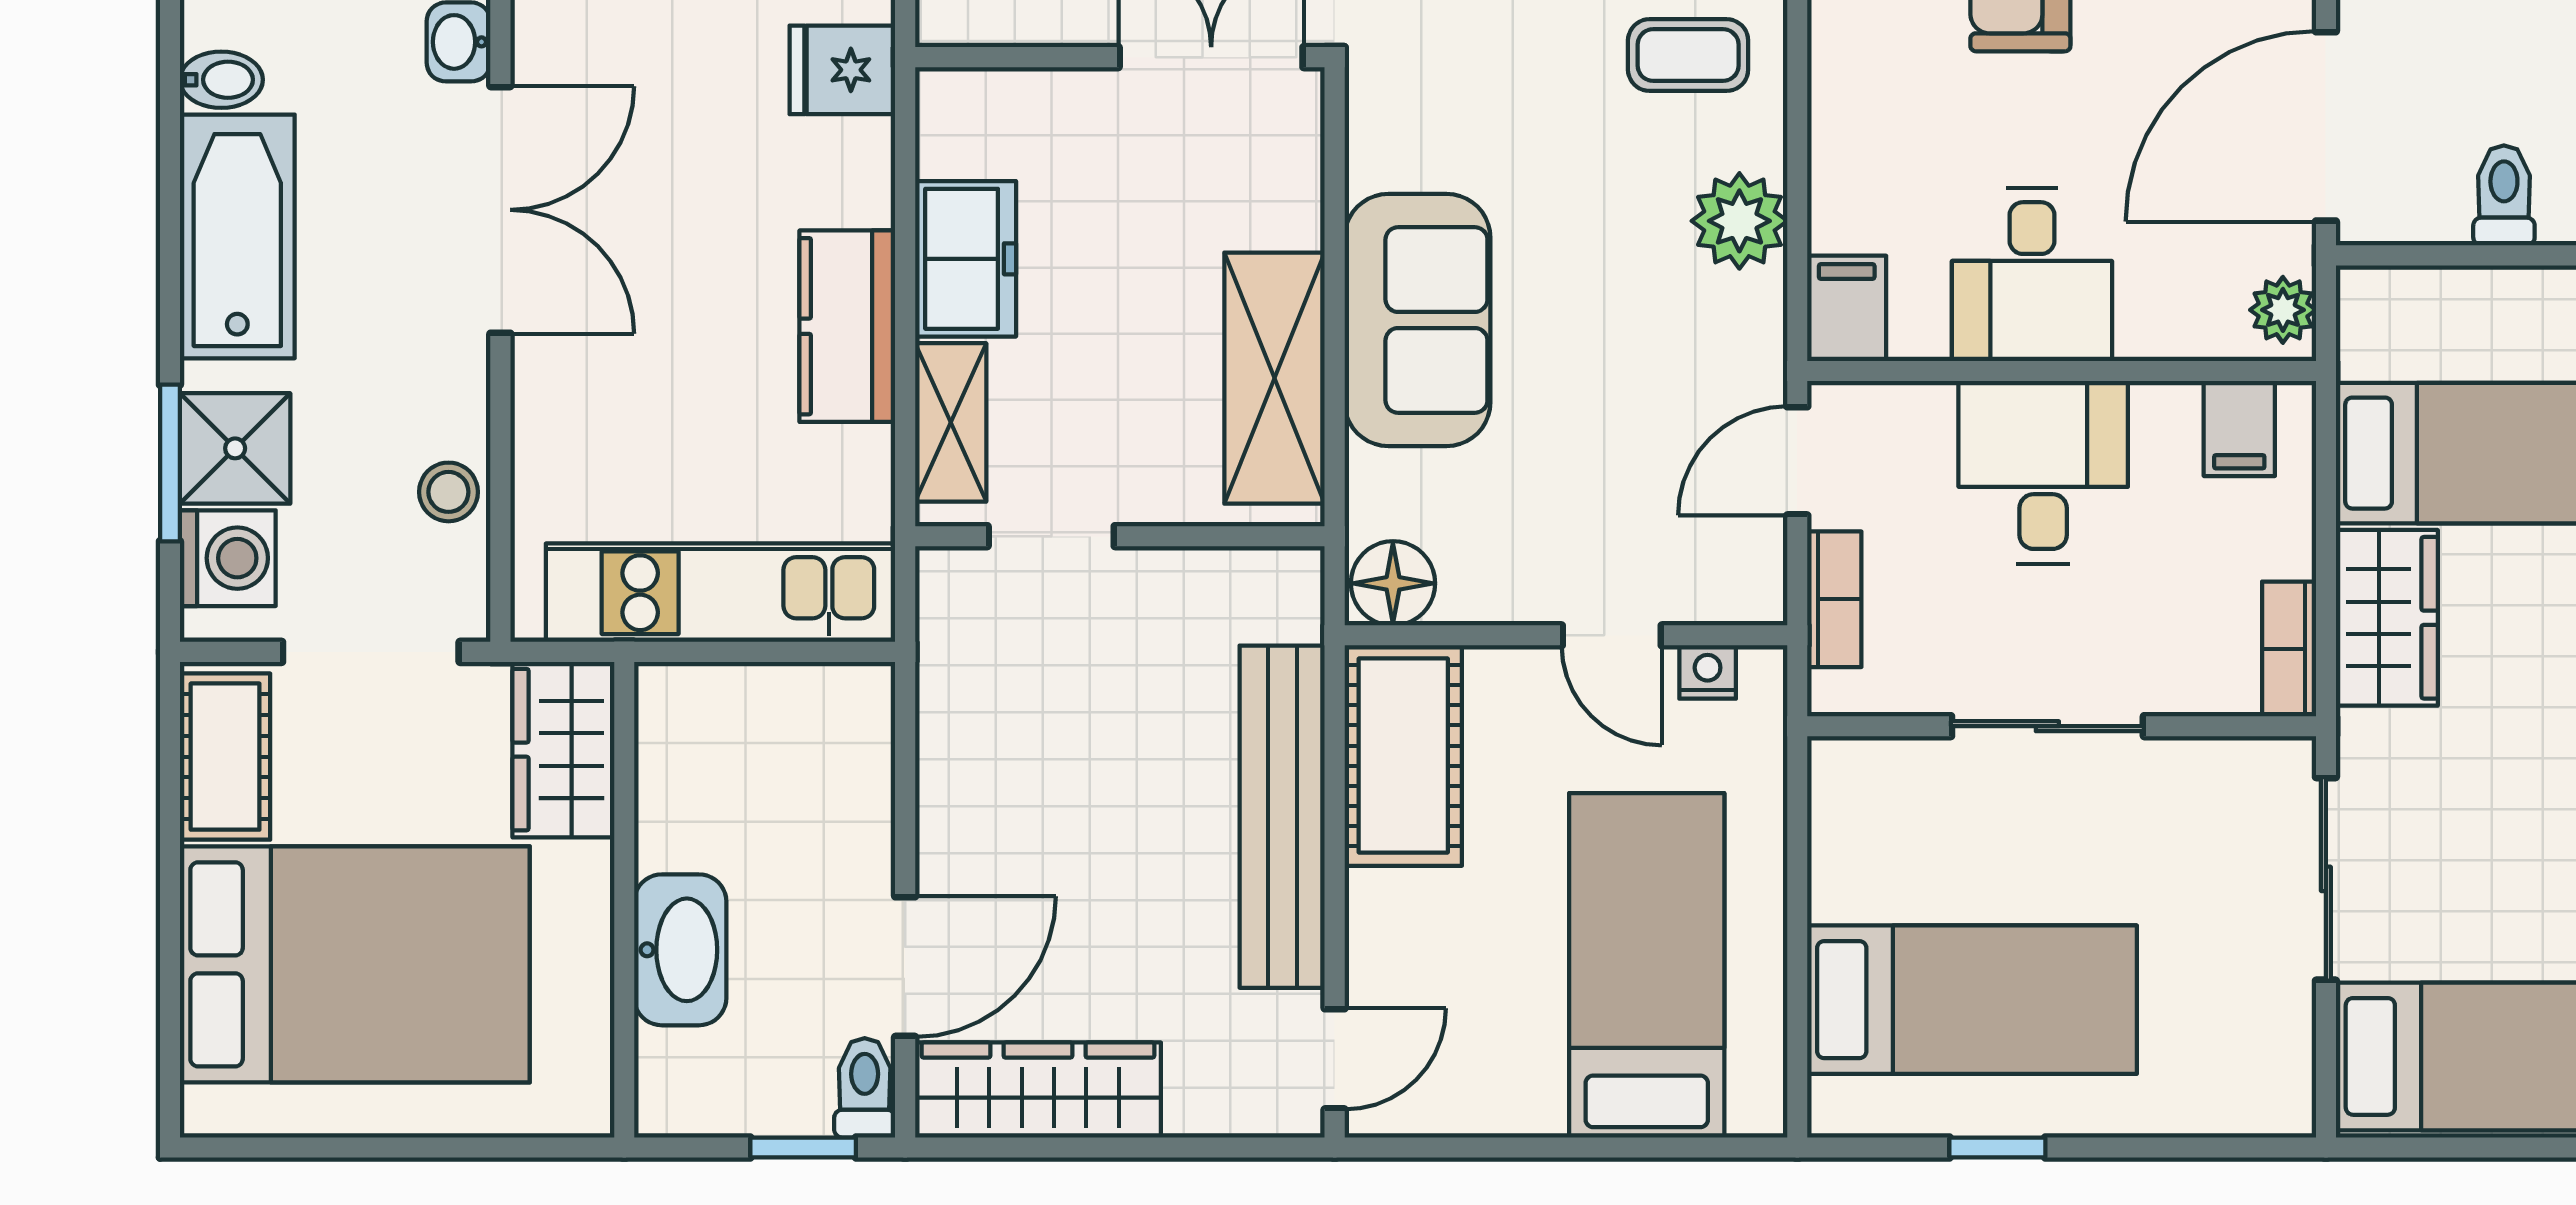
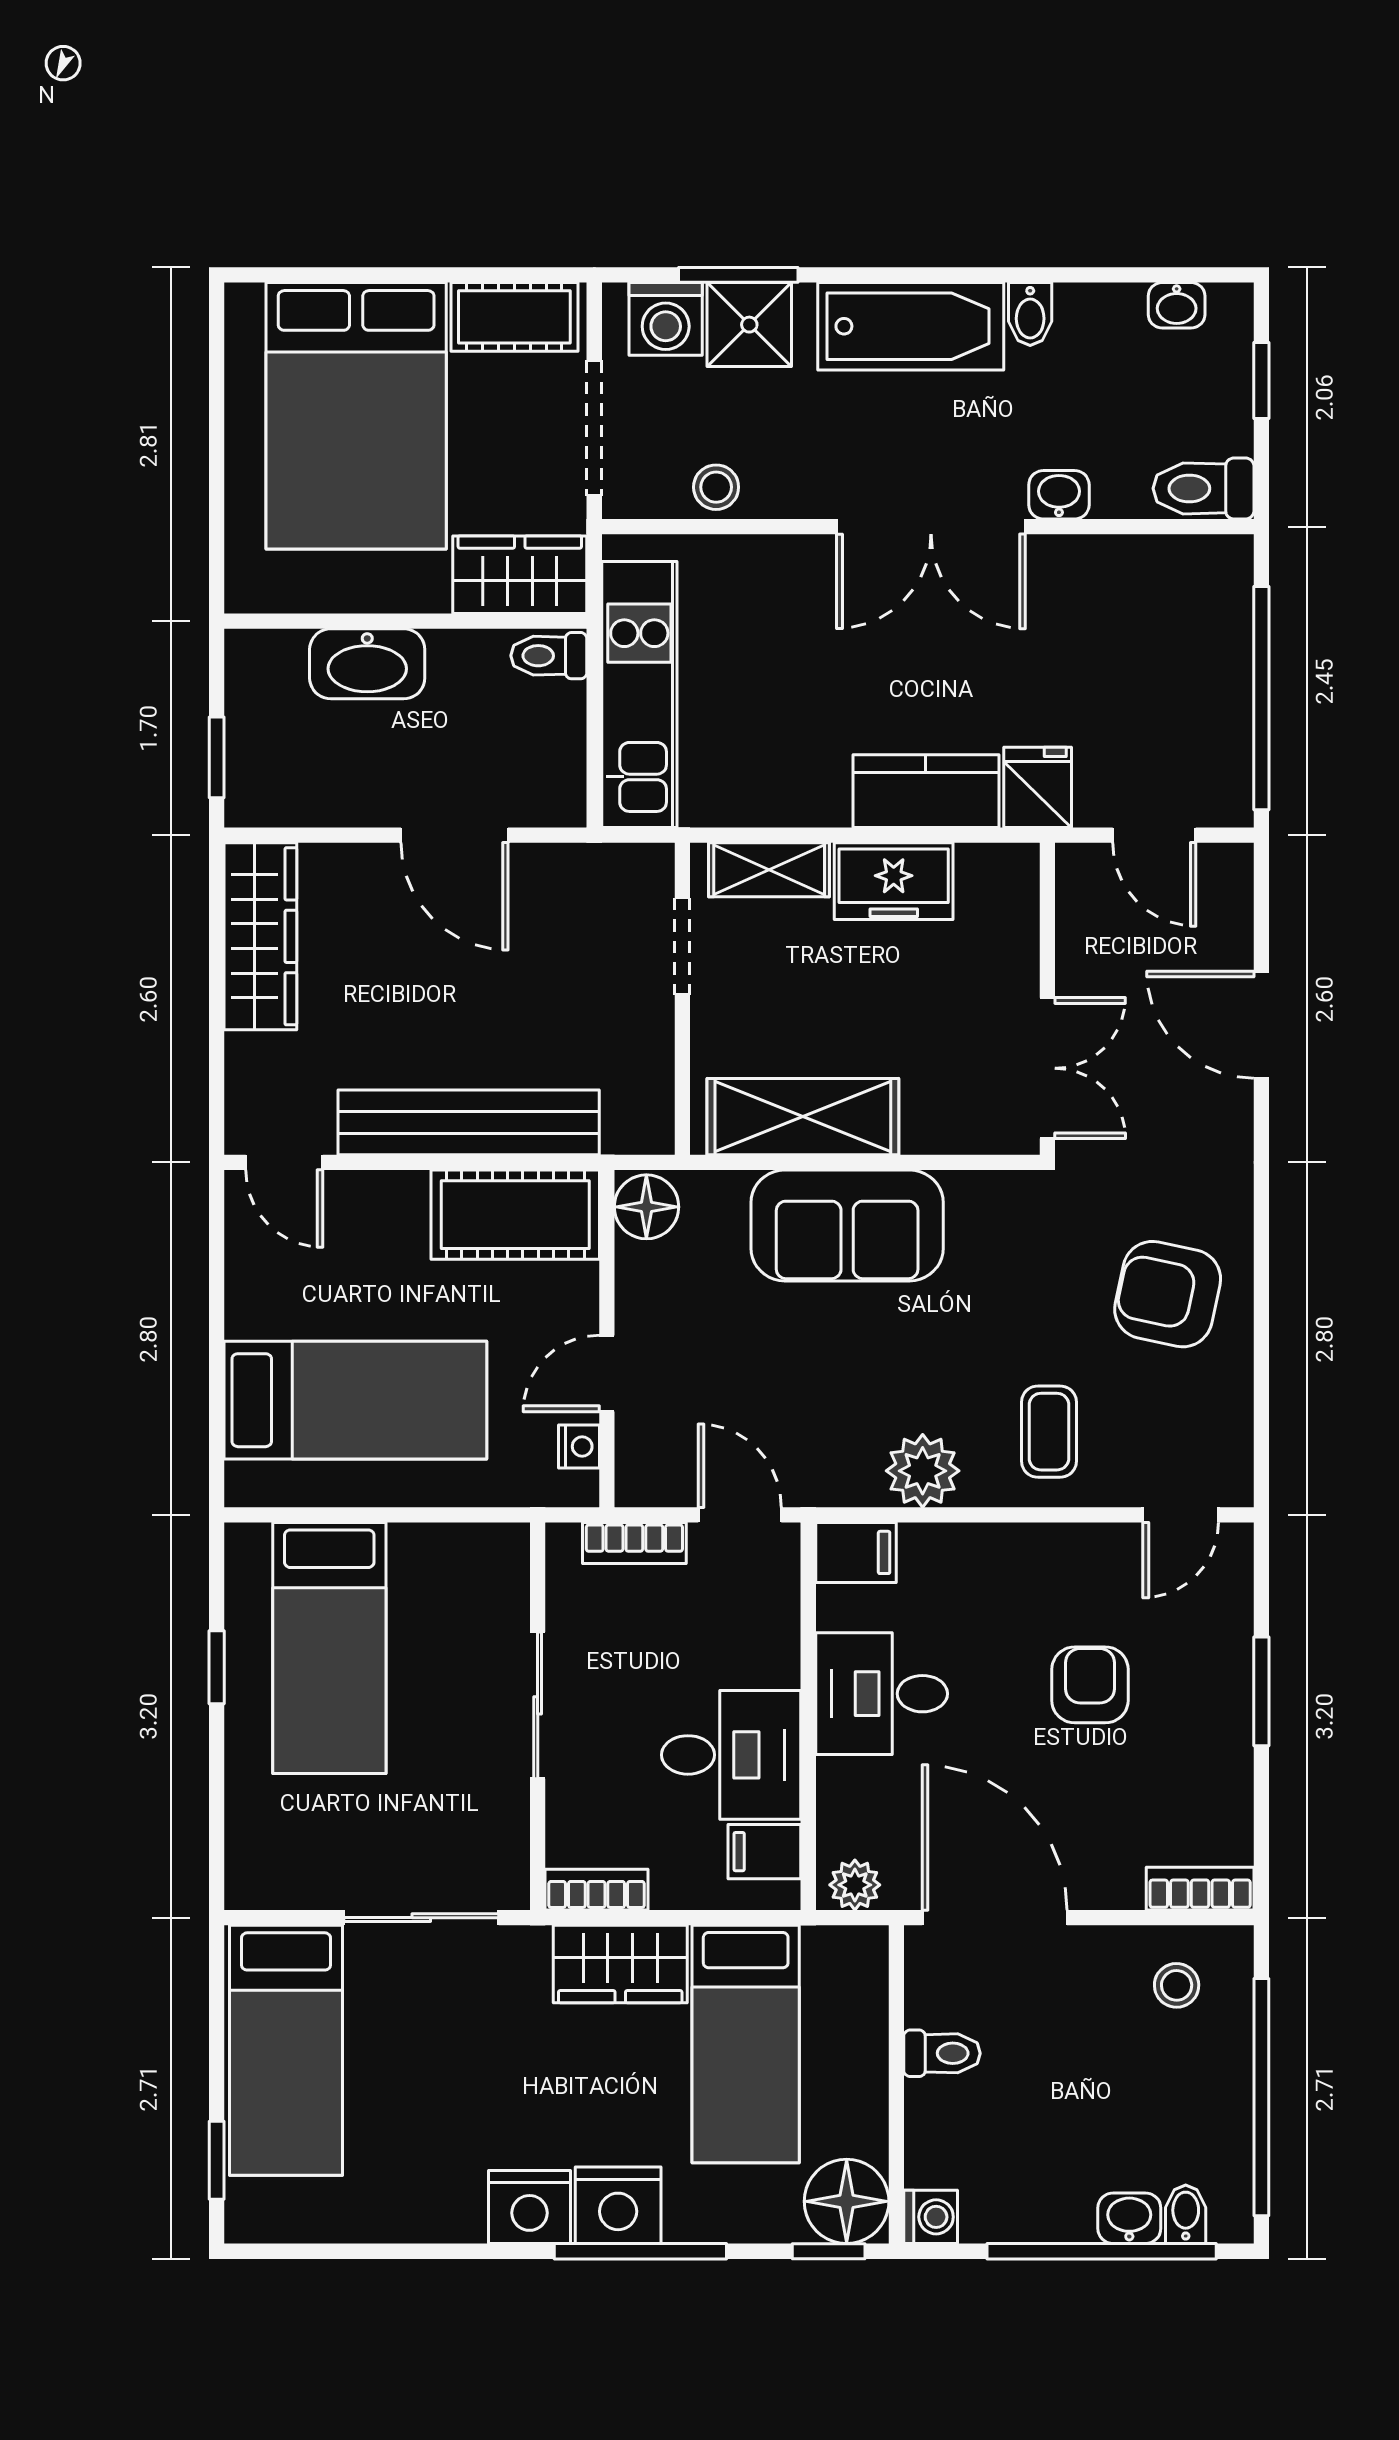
kitchen counter: (847, 326) -> (926, 791), moved
desk: (2043, 472) -> (731, 1755), moved
door: (905, 967) -> (455, 835), moved
toilet: (865, 1088) -> (549, 656), moved, turned 180

